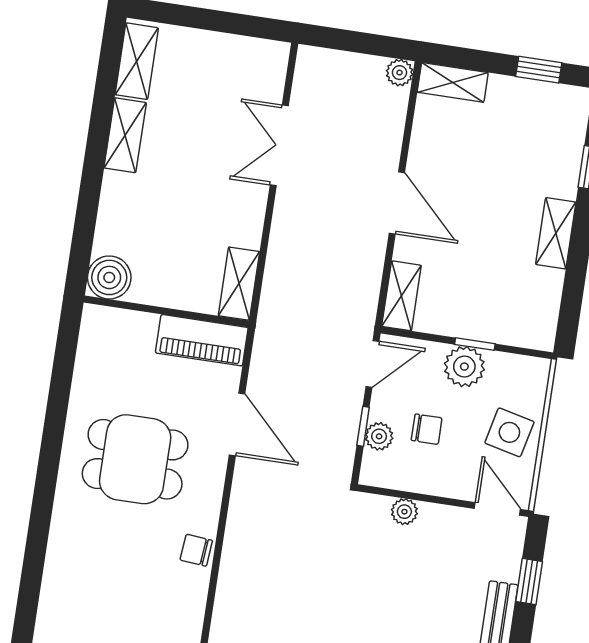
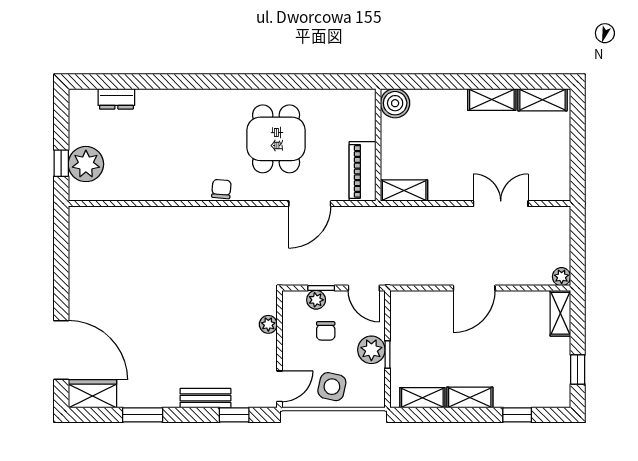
shelving: (401, 296) -> (422, 398), moved

